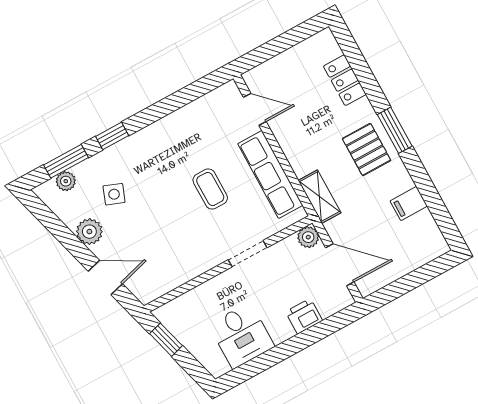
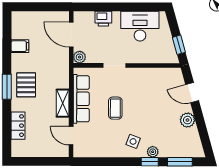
plant: (66, 181) -> (153, 152), moved
side table: (114, 194) -> (133, 141), moved
shelving: (320, 197) -> (63, 103), moved
desk: (242, 336) -> (140, 26), width x1.37

